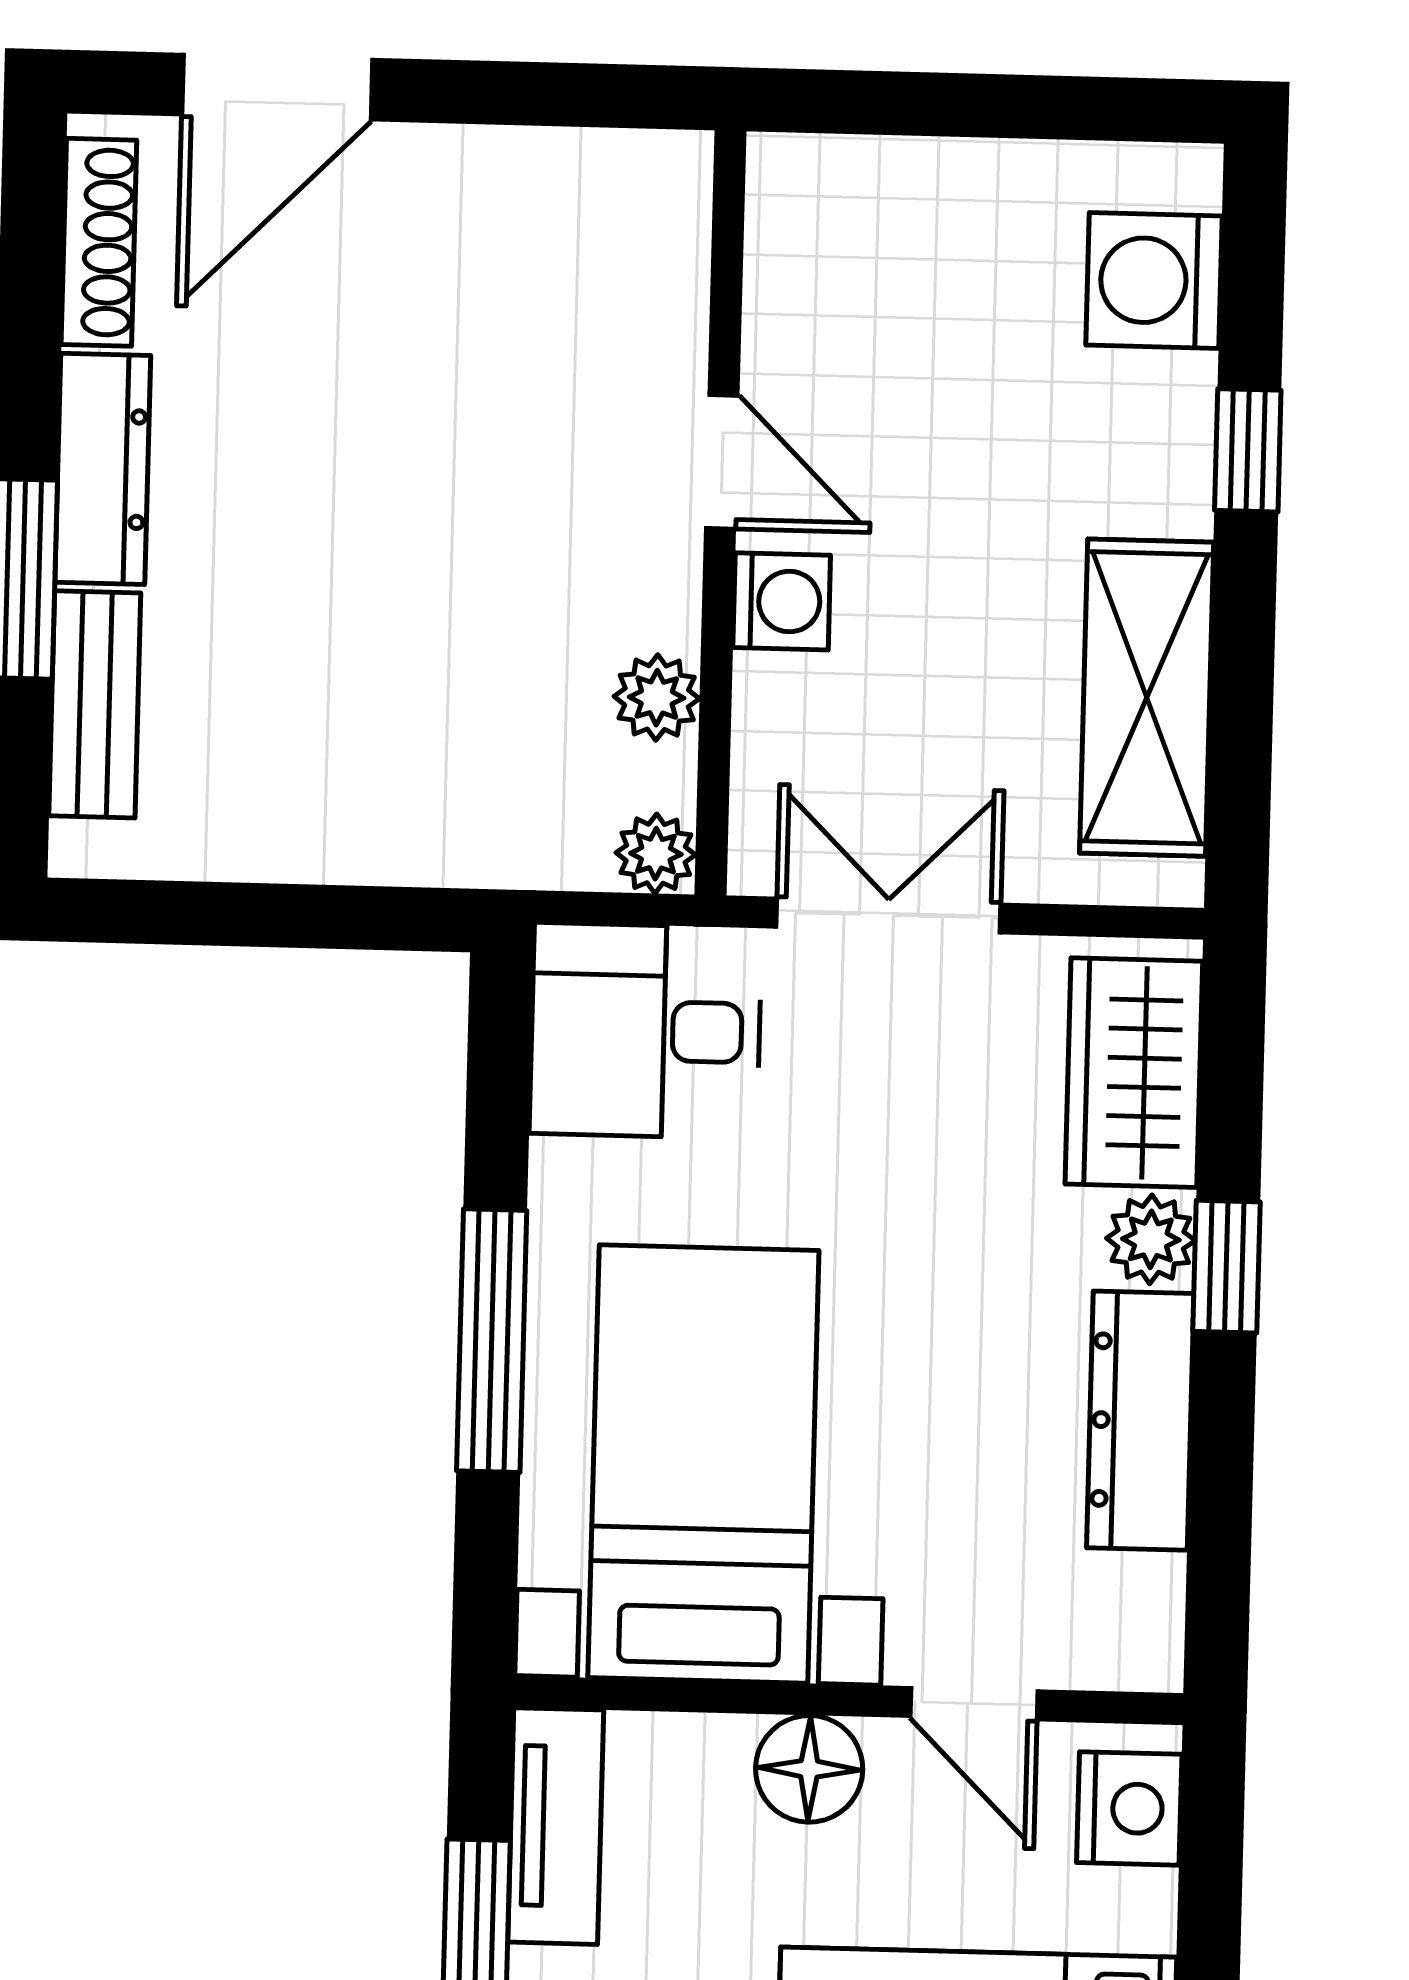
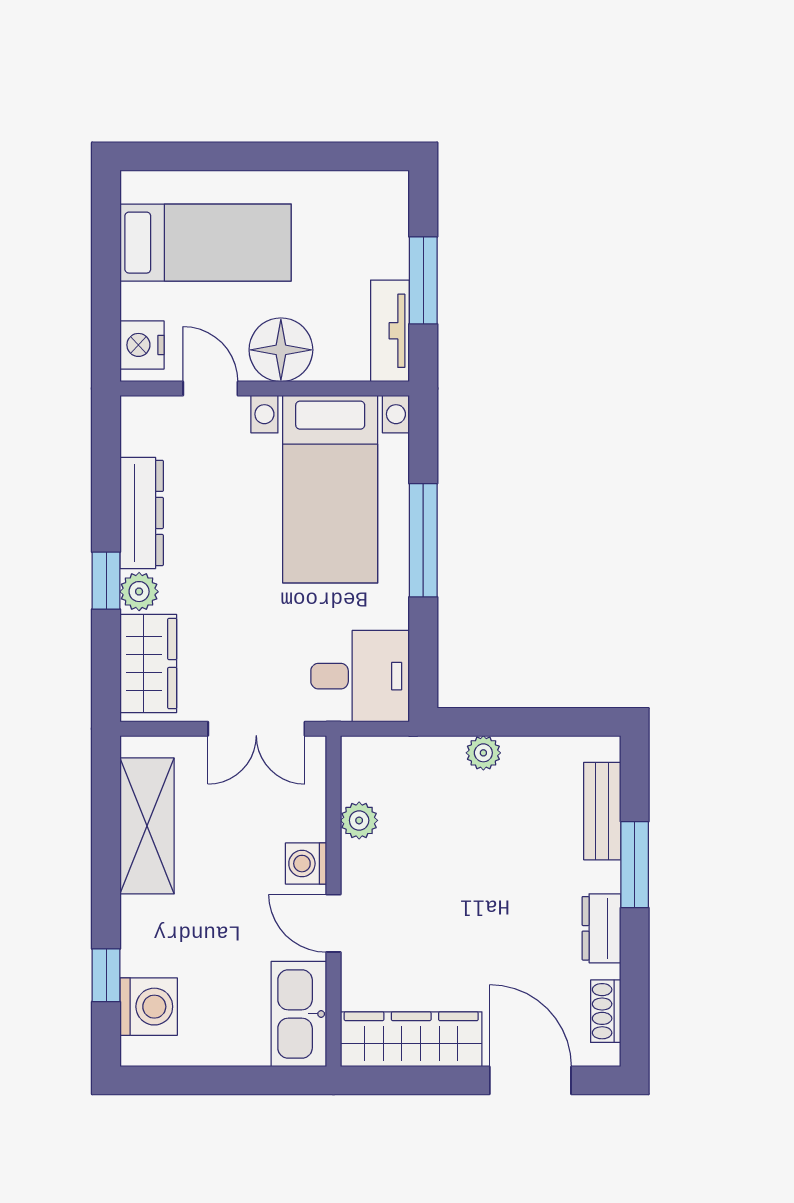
door: (277, 87) -> (530, 1080), hinge flipped
wardrobe: (550, 189) -> (411, 1039), added
shoe rack: (99, 242) -> (606, 1011), width x0.70
kitchen sink: (807, 254) -> (299, 1014), added
window: (1248, 450) -> (106, 975), moved
dresser: (103, 469) -> (601, 928), width x0.70
plant: (656, 854) -> (483, 753), moved
floor lamp: (809, 1769) -> (281, 350), width x1.38, depth x1.38

